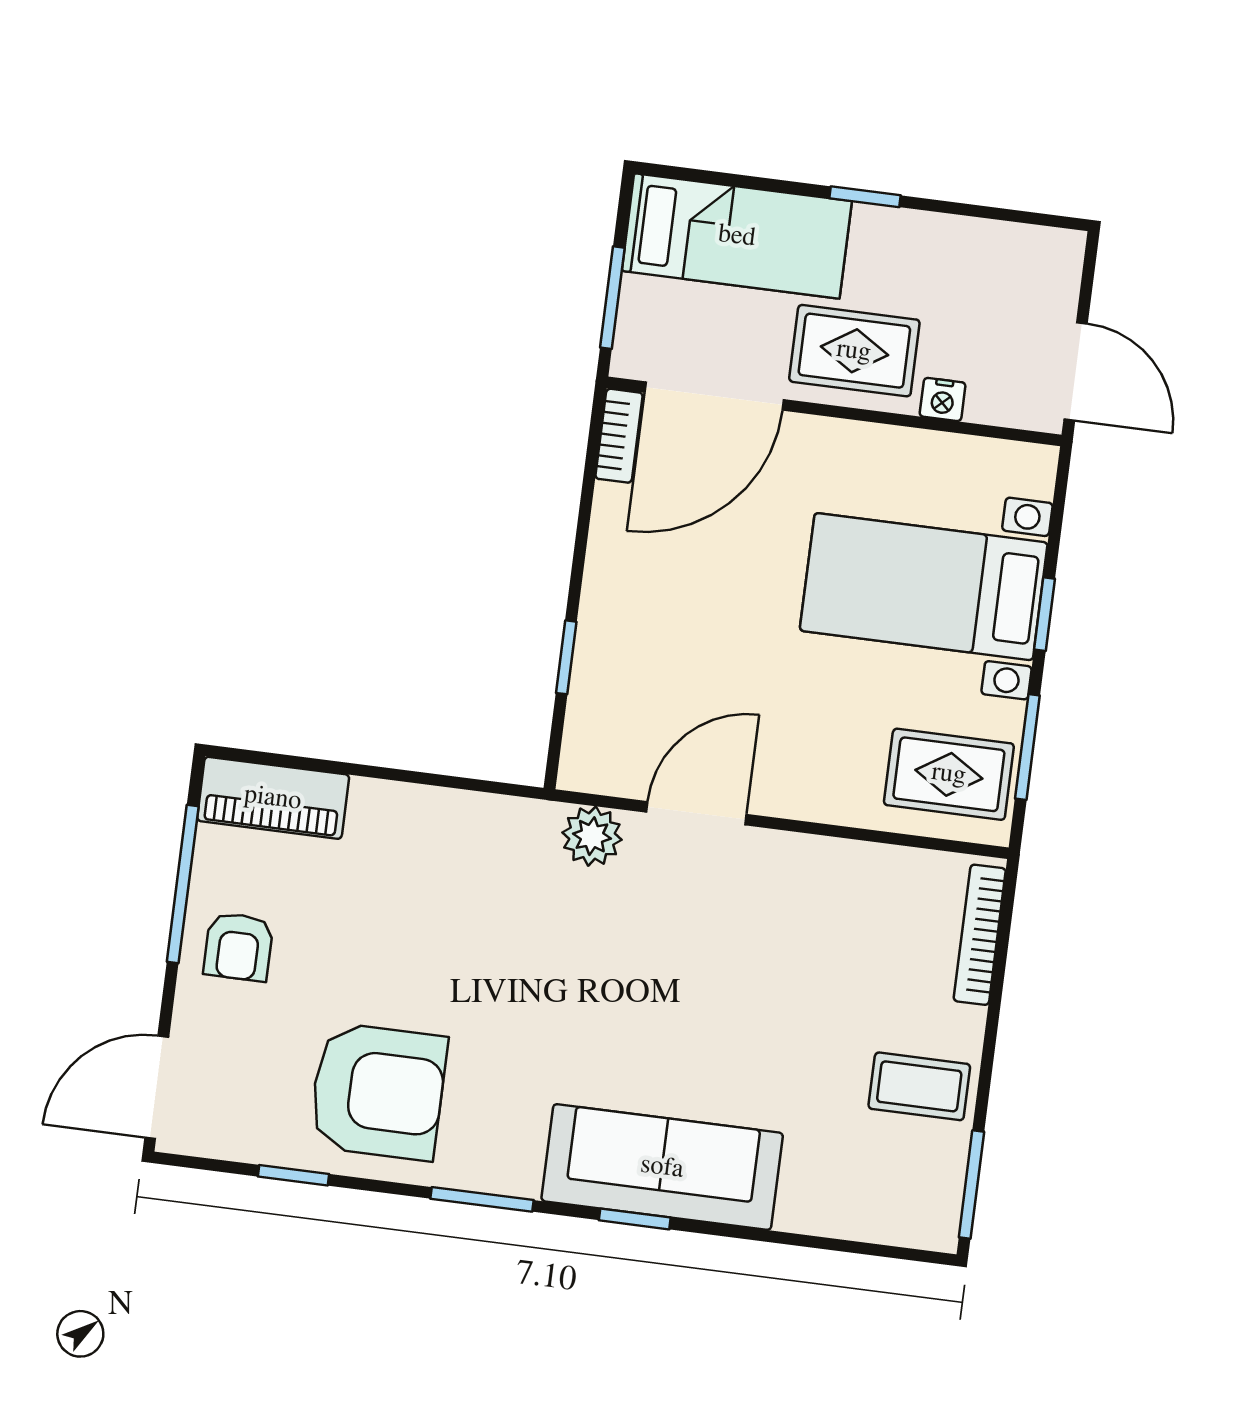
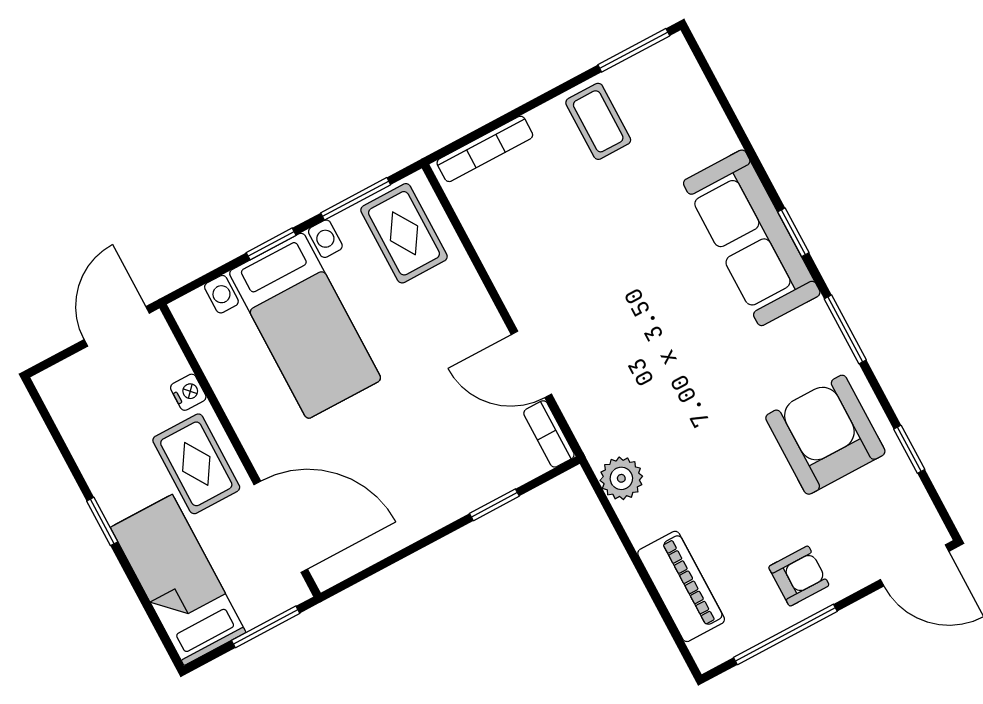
bookcase: (619, 436) -> (549, 434), moved, turned -90
piano: (273, 798) -> (681, 586), moved
plant: (592, 836) -> (621, 478), moved

